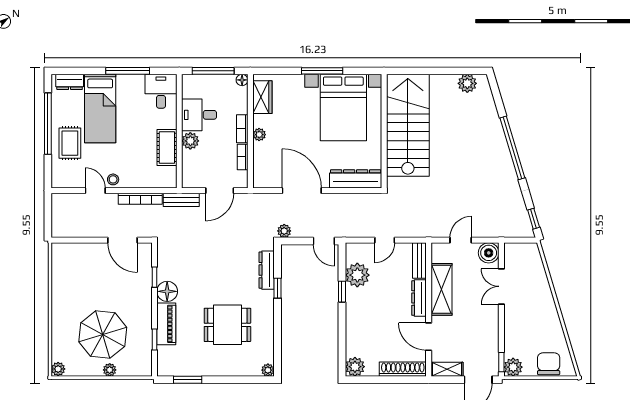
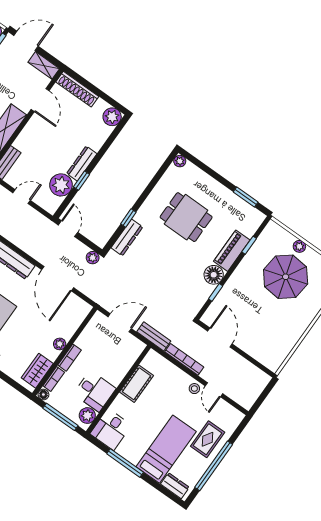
plant: (190, 141) -> (87, 416), moved
bookcase: (243, 157) -> (54, 379), moved
dresser: (419, 298) -> (82, 164), moved, turned 180

